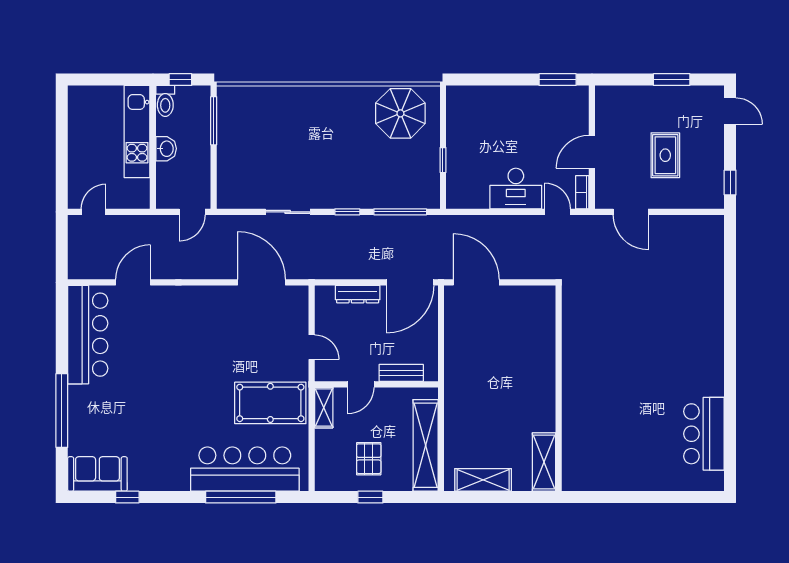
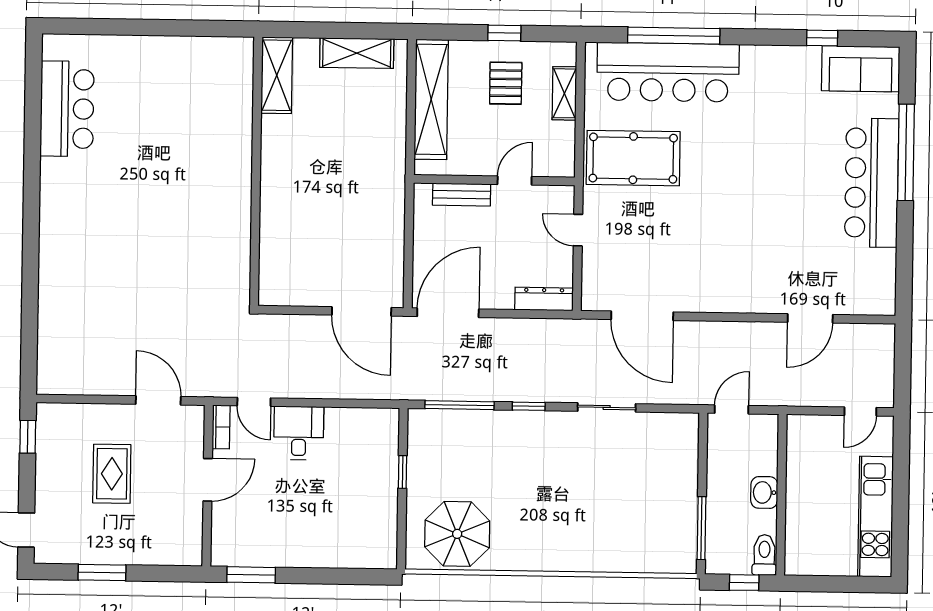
kitchen unit: (137, 132) -> (876, 517), moved, turned 180
desk: (516, 189) -> (299, 433), width x0.73
dresser: (358, 294) -> (544, 299), moved
bar counter: (88, 335) -> (872, 183), moved
shelving: (324, 408) -> (564, 93), moved

